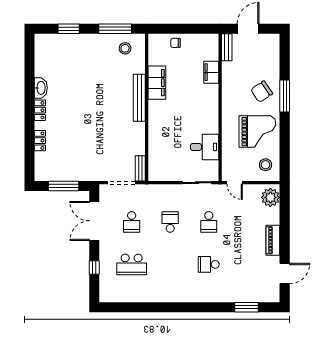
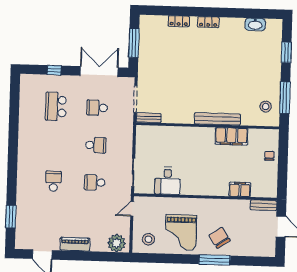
washbasin: (41, 88) -> (255, 24), moved

